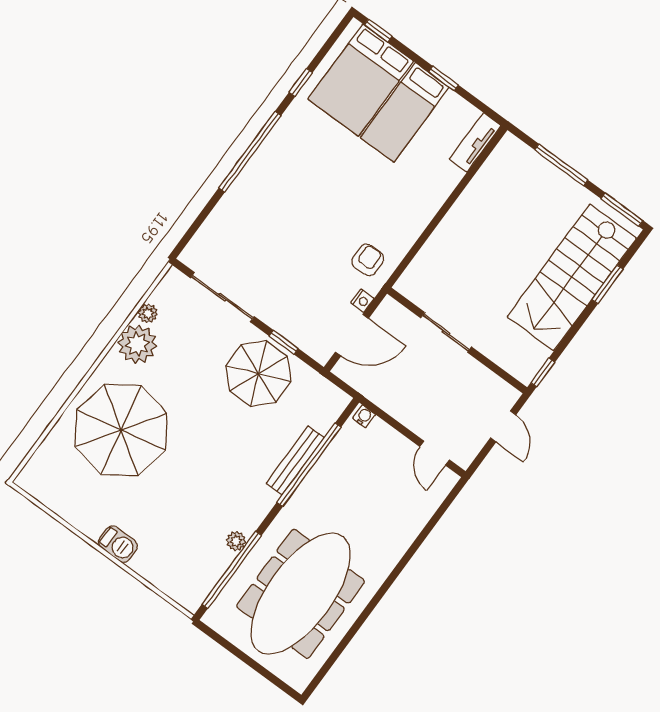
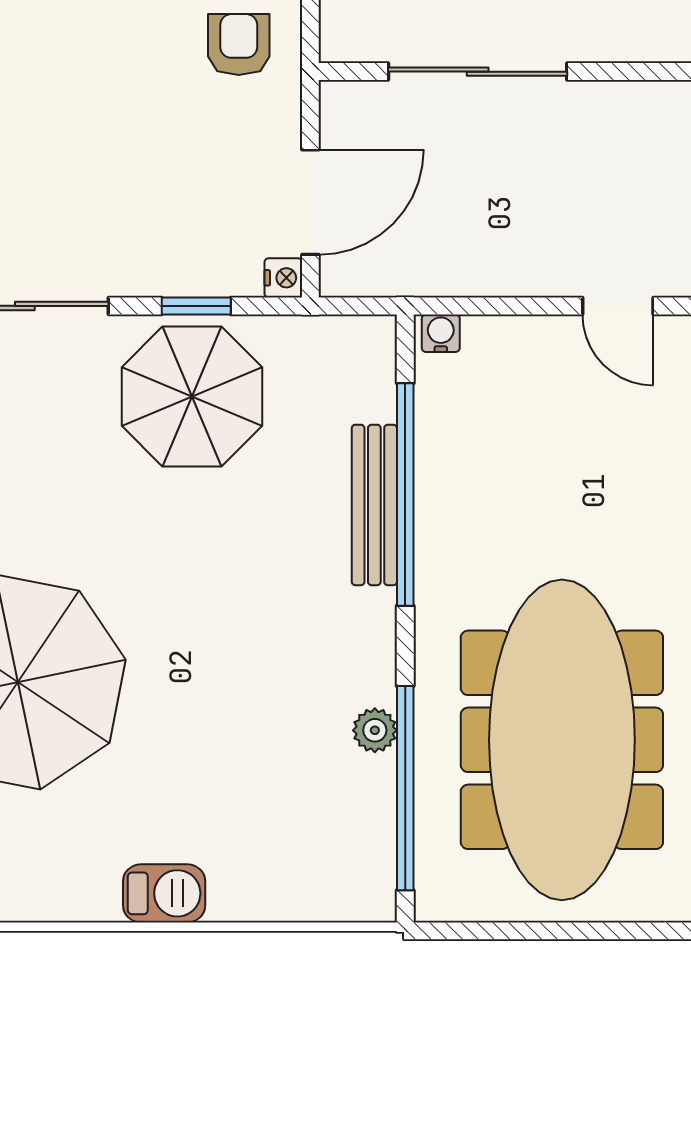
nightstand: (362, 301) -> (283, 278), moved
sliding door: (446, 332) -> (478, 72), width x1.37

